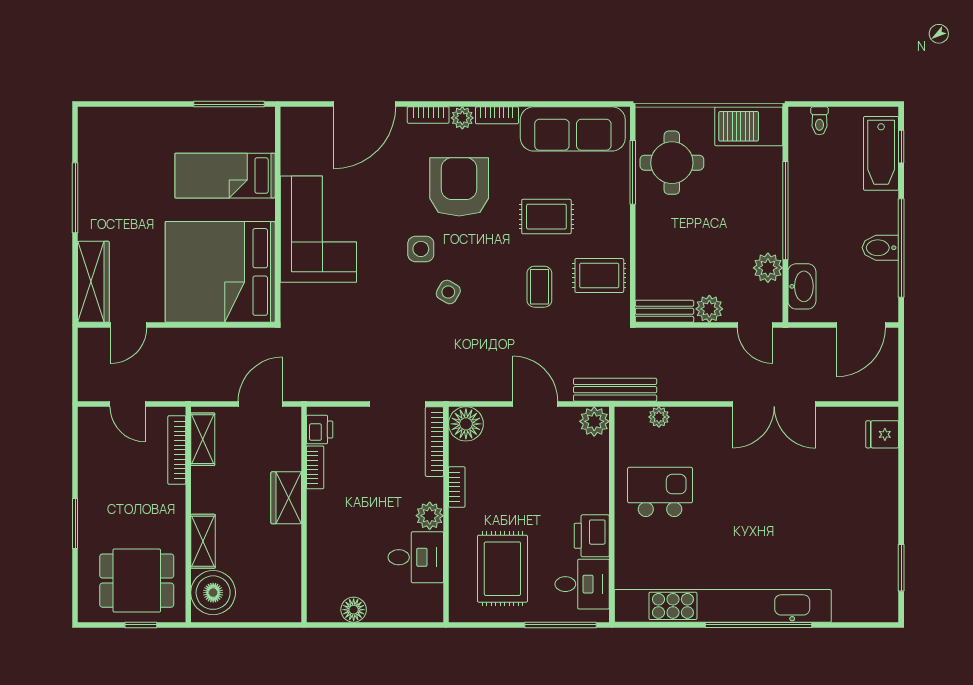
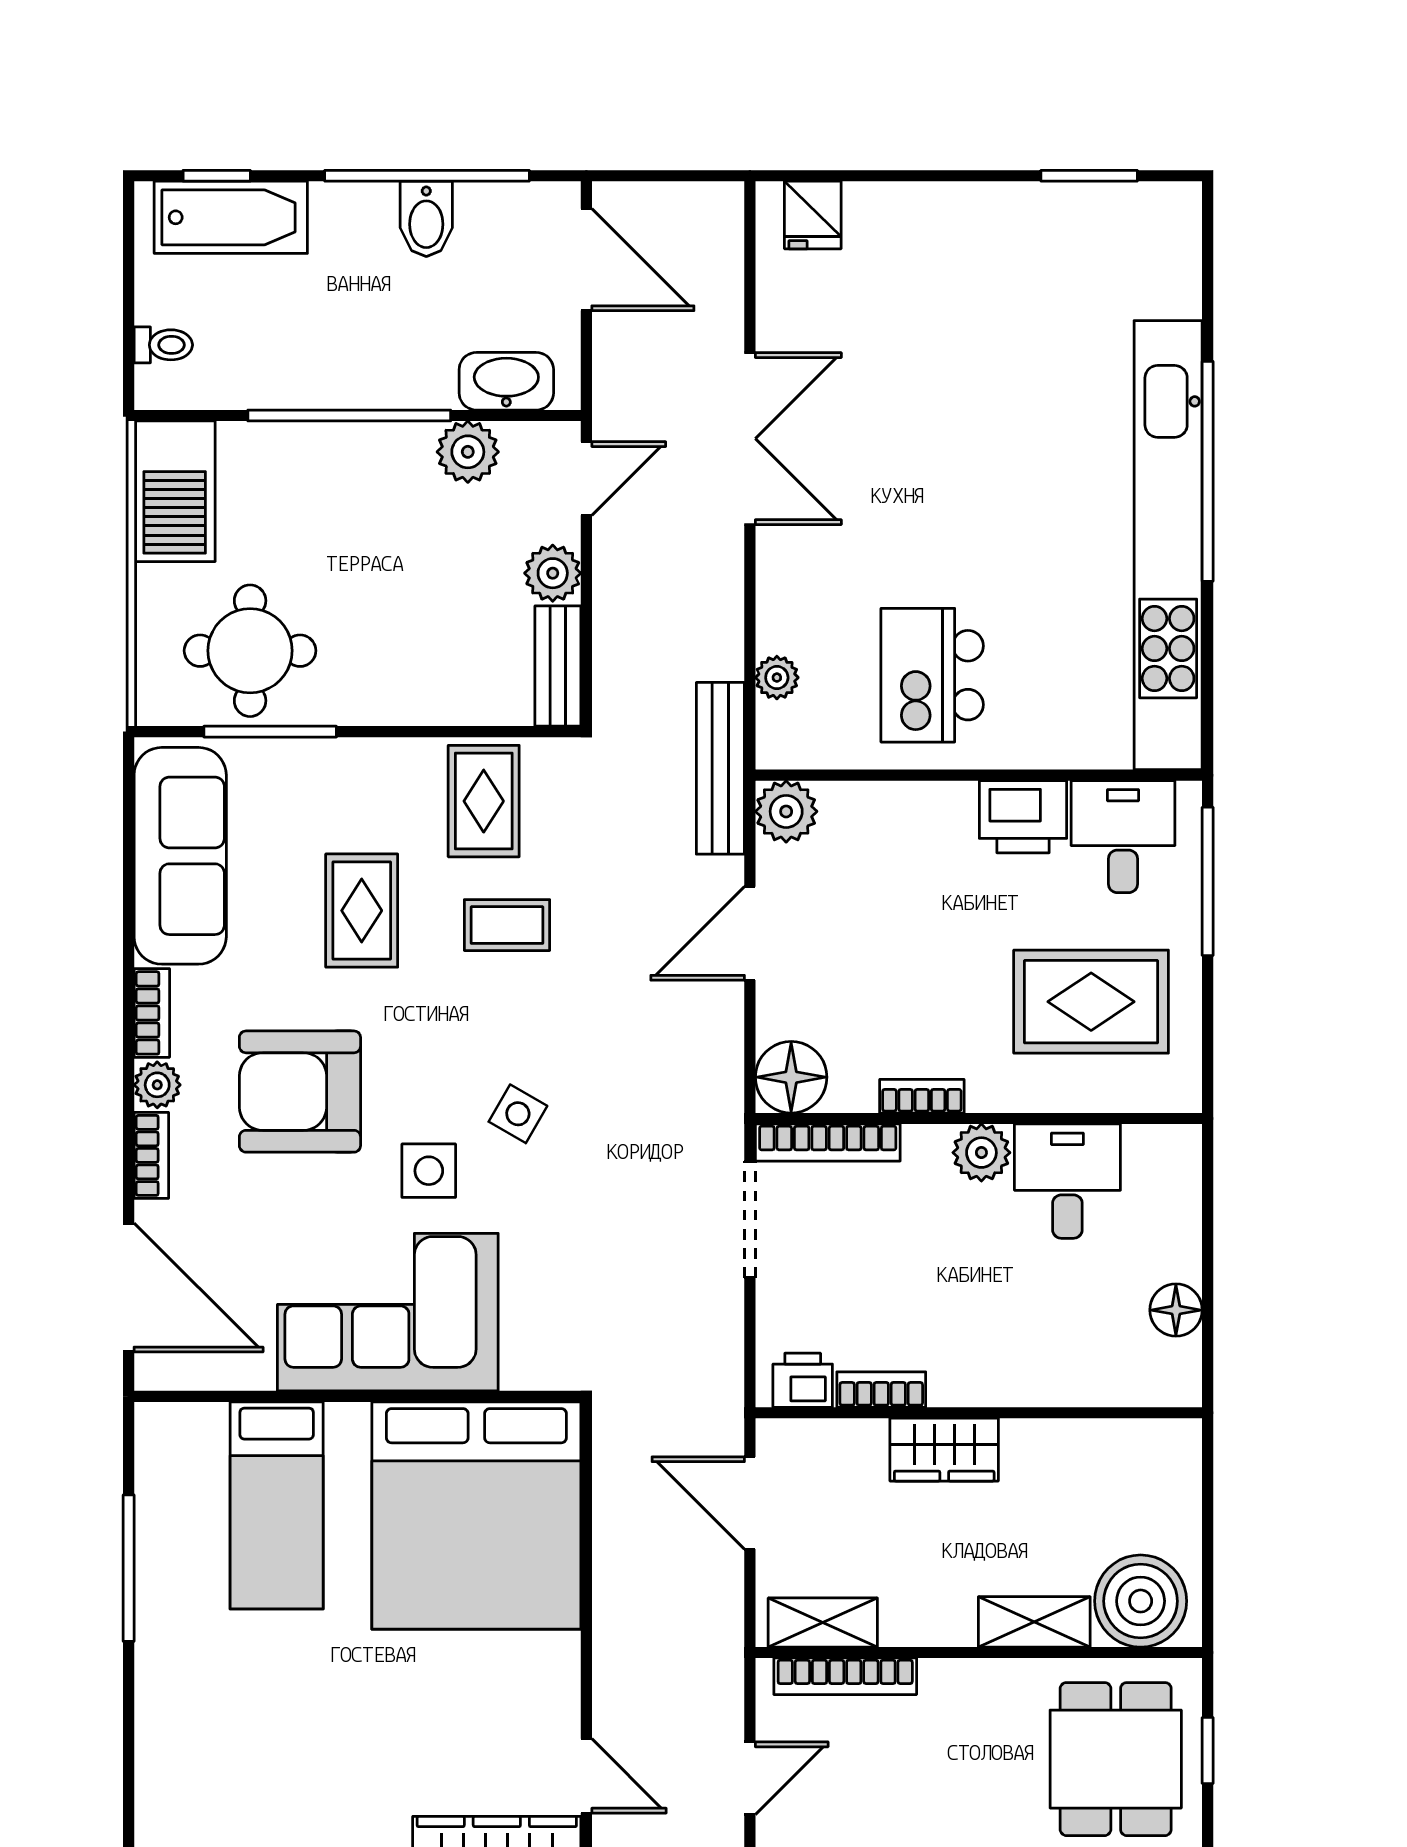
bed: (225, 176) -> (277, 1505), moved
wall: (278, 215) -> (358, 1396), moved
corner sofa: (318, 229) -> (388, 1312), moved
bed: (220, 272) -> (476, 1516), moved

